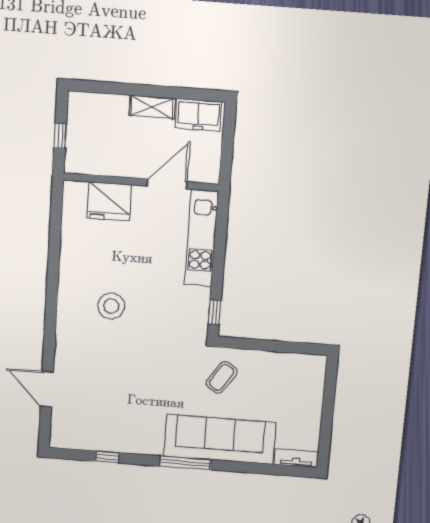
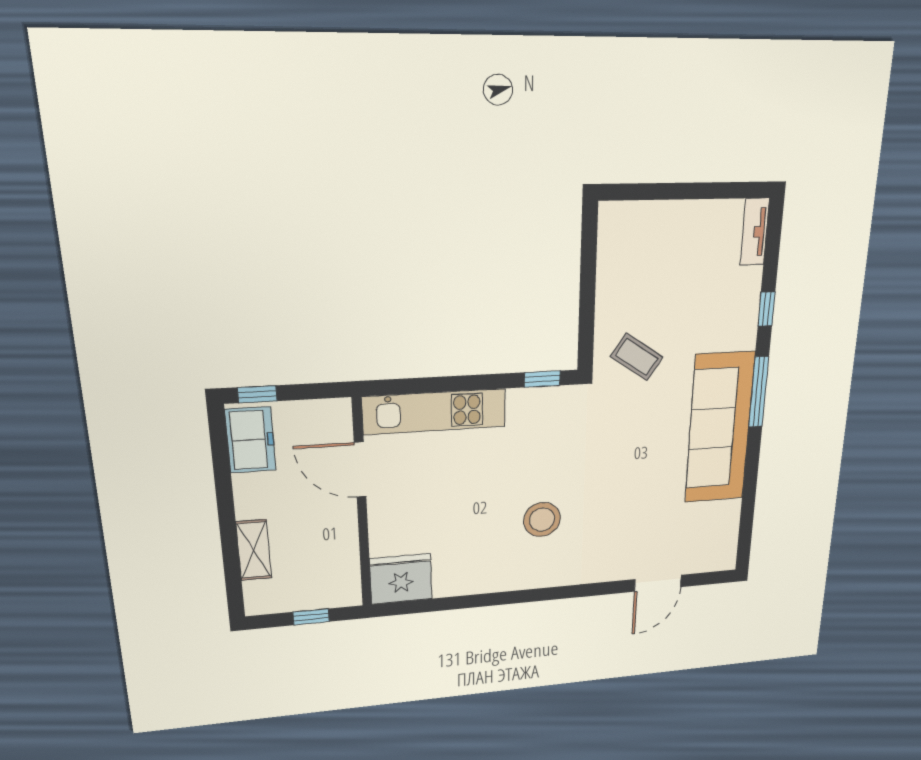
shelving: (152, 107) -> (254, 550), moved
window: (229, 124) -> (257, 394), added
fridge: (109, 201) -> (401, 579), moved, turned -90
sofa: (220, 439) -> (720, 428), moved
window: (107, 457) -> (766, 309), moved

